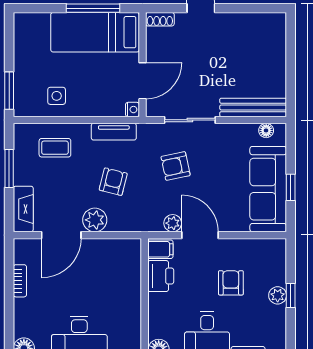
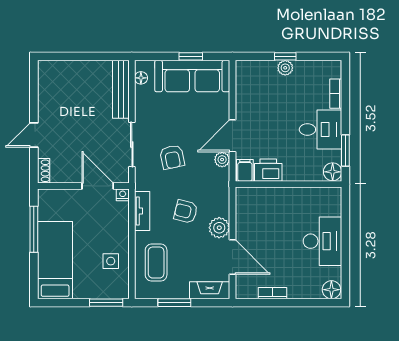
bed: (95, 32) -> (55, 260), moved, turned 180
coffee table: (55, 148) -> (156, 263), width x1.36, depth x1.30
armchair: (231, 283) -> (274, 109), removed

